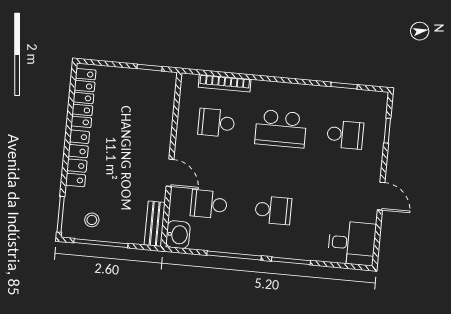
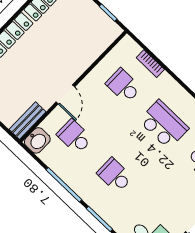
bookcase: (225, 83) -> (150, 64), width x0.64
school desk: (281, 129) -> (164, 124), turned 180
school desk: (273, 210) -> (115, 175), turned 180

